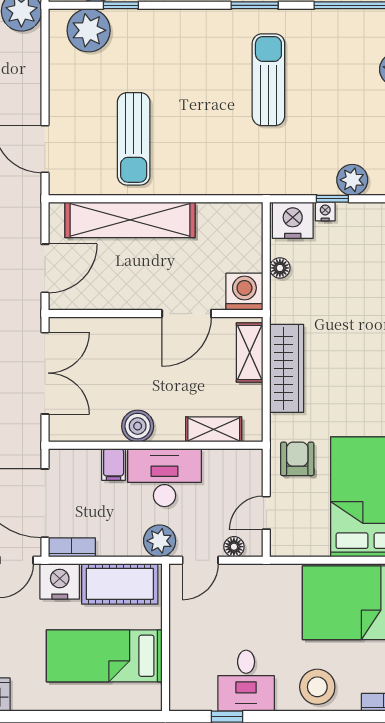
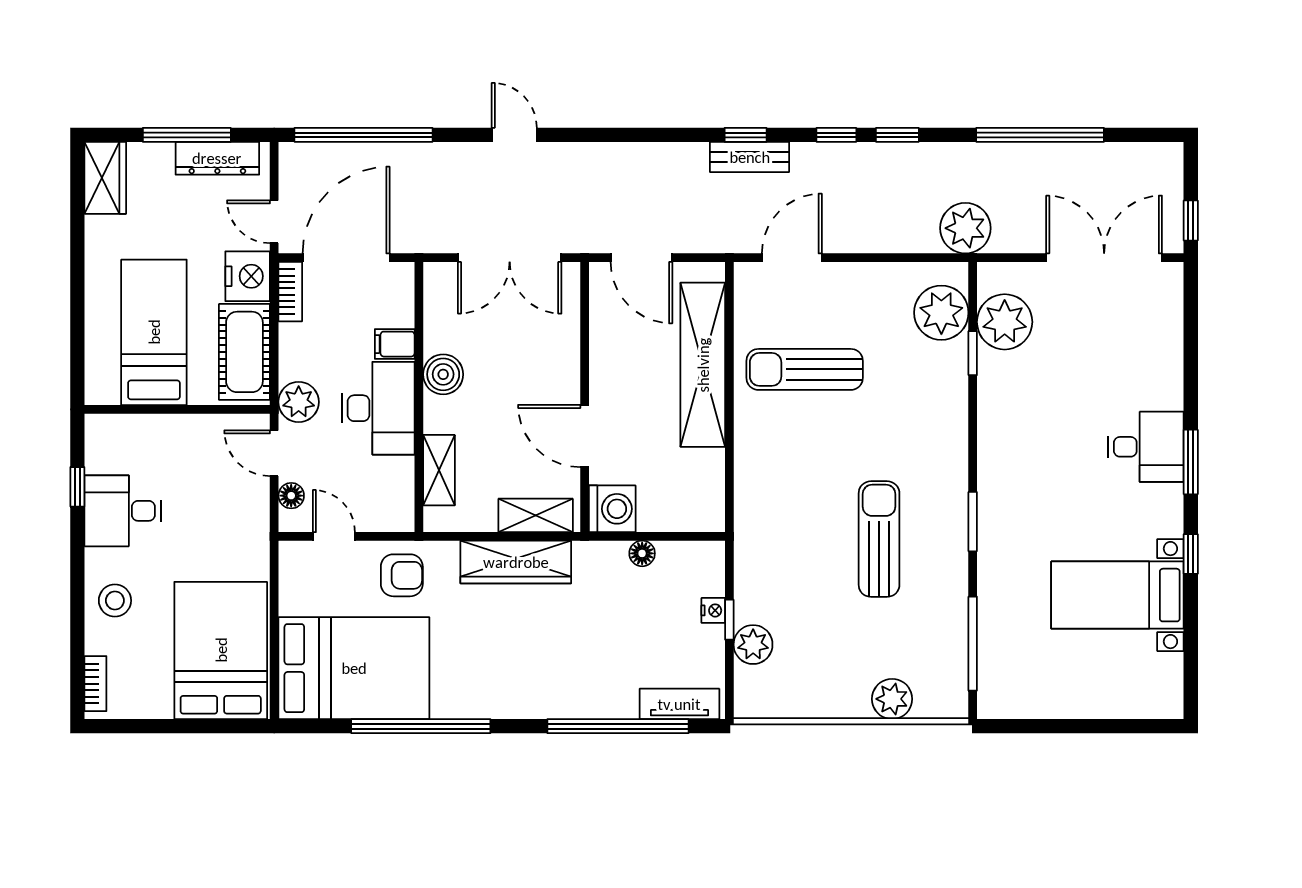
sun lounger: (268, 80) -> (879, 539), turned -90
nightstand: (293, 220) -> (702, 570), removed
stool: (317, 687) -> (115, 601), width x0.73, depth x0.73

